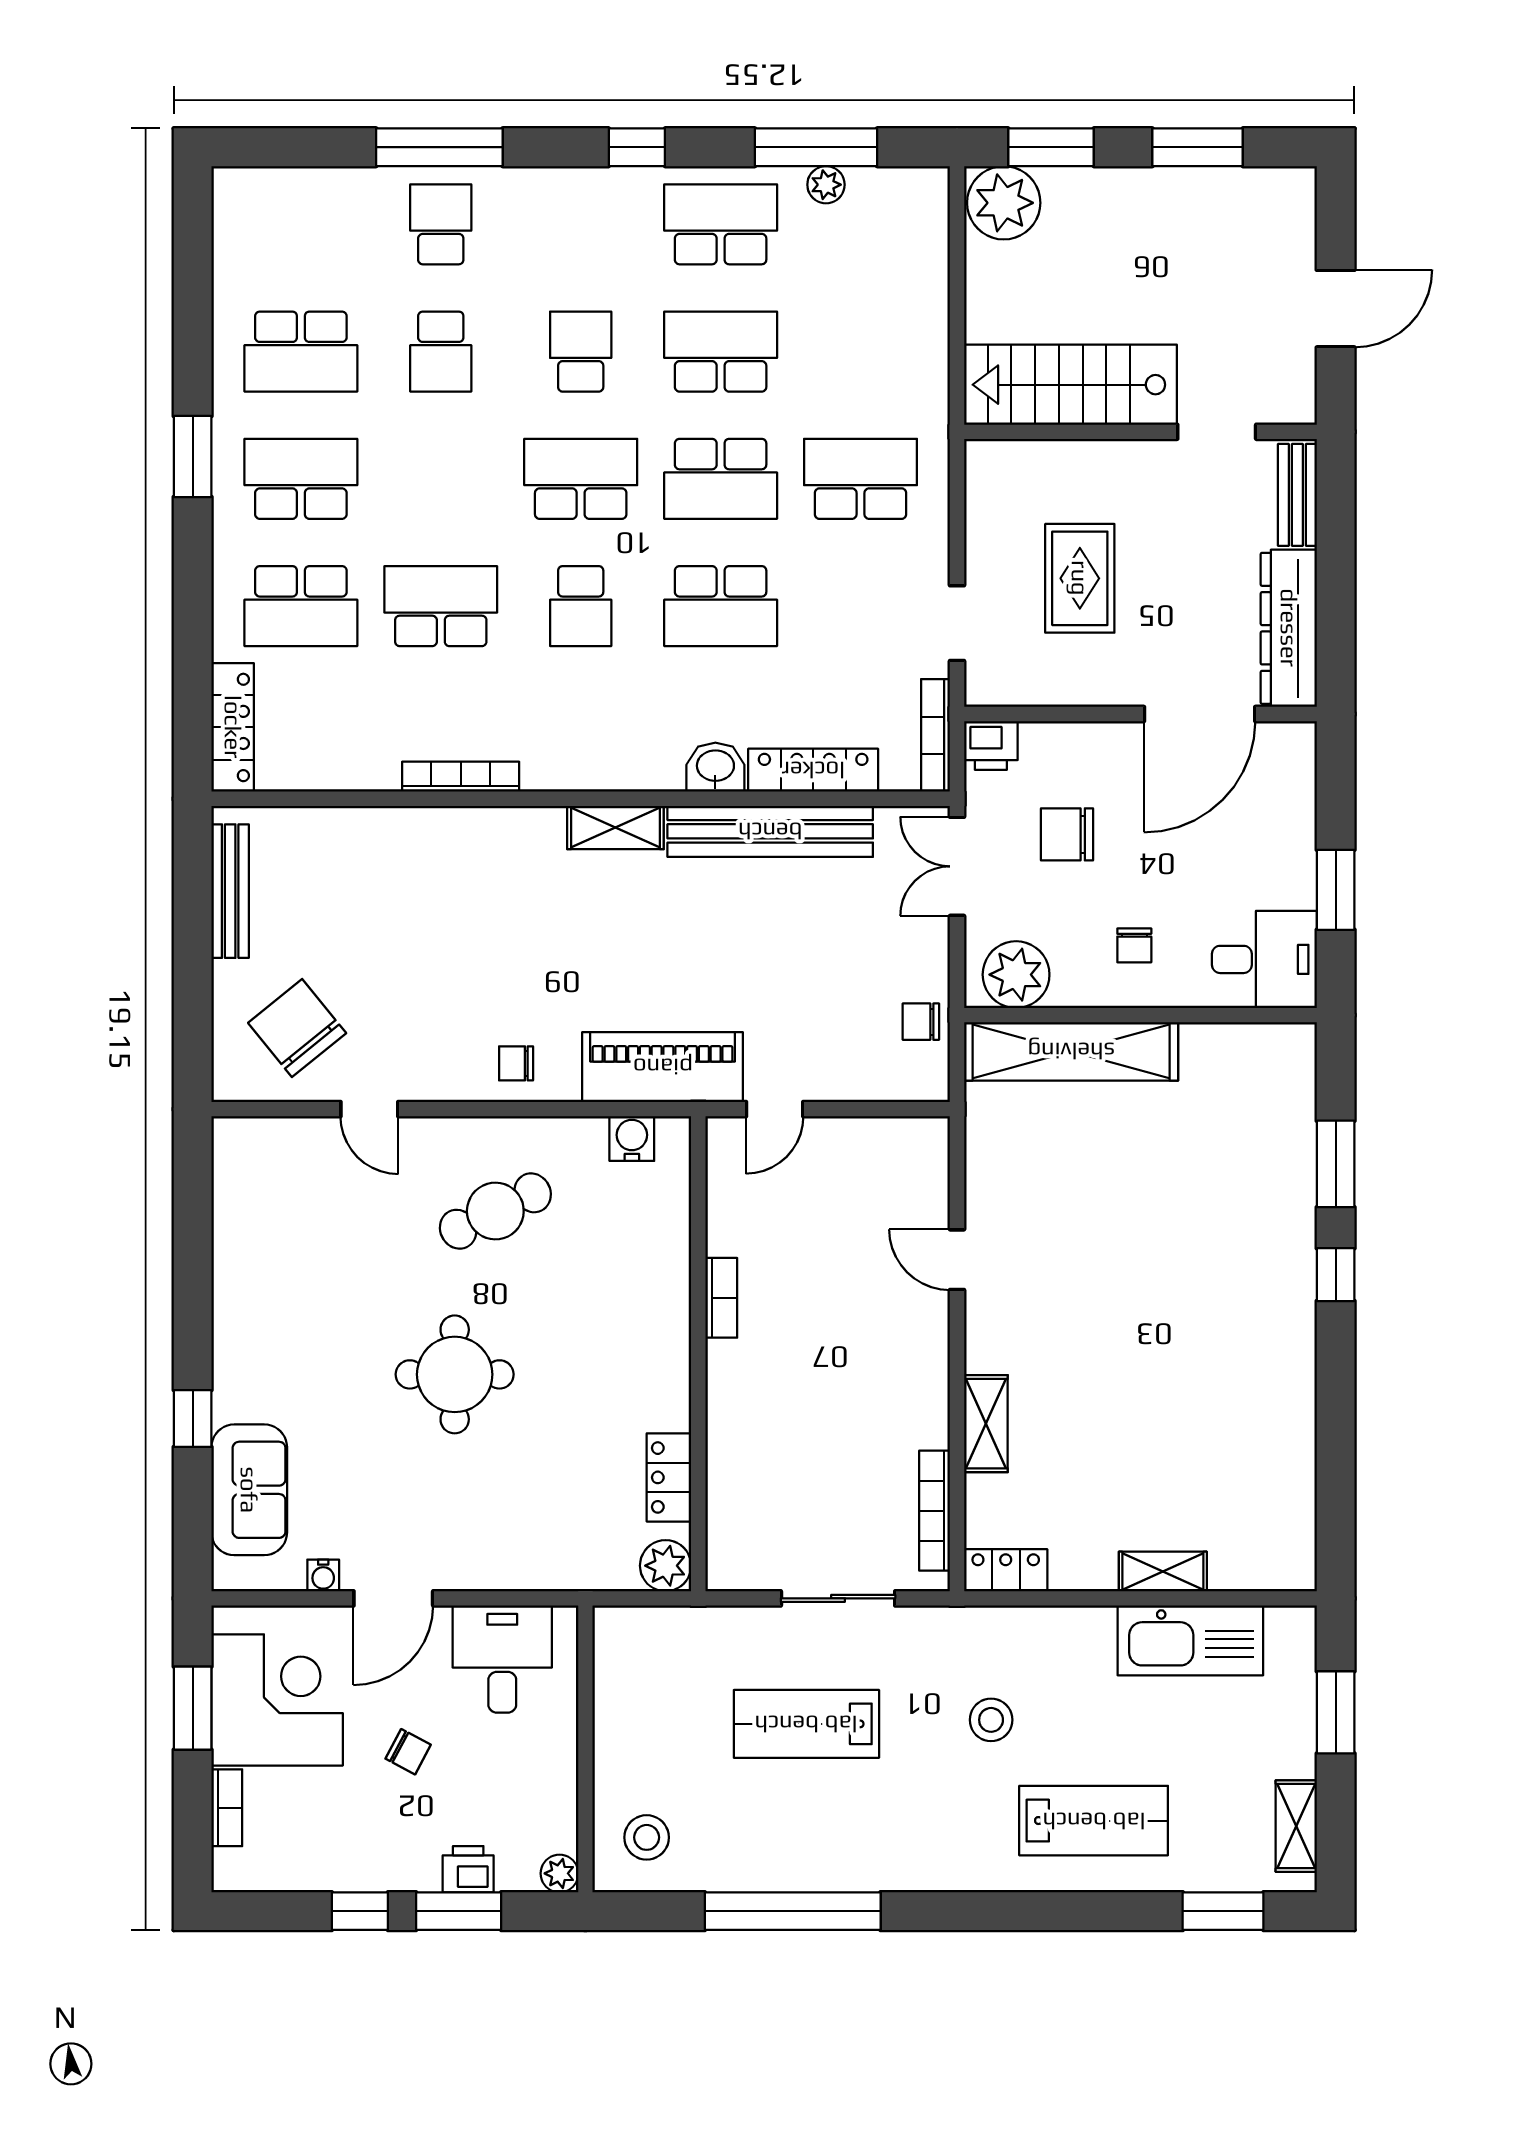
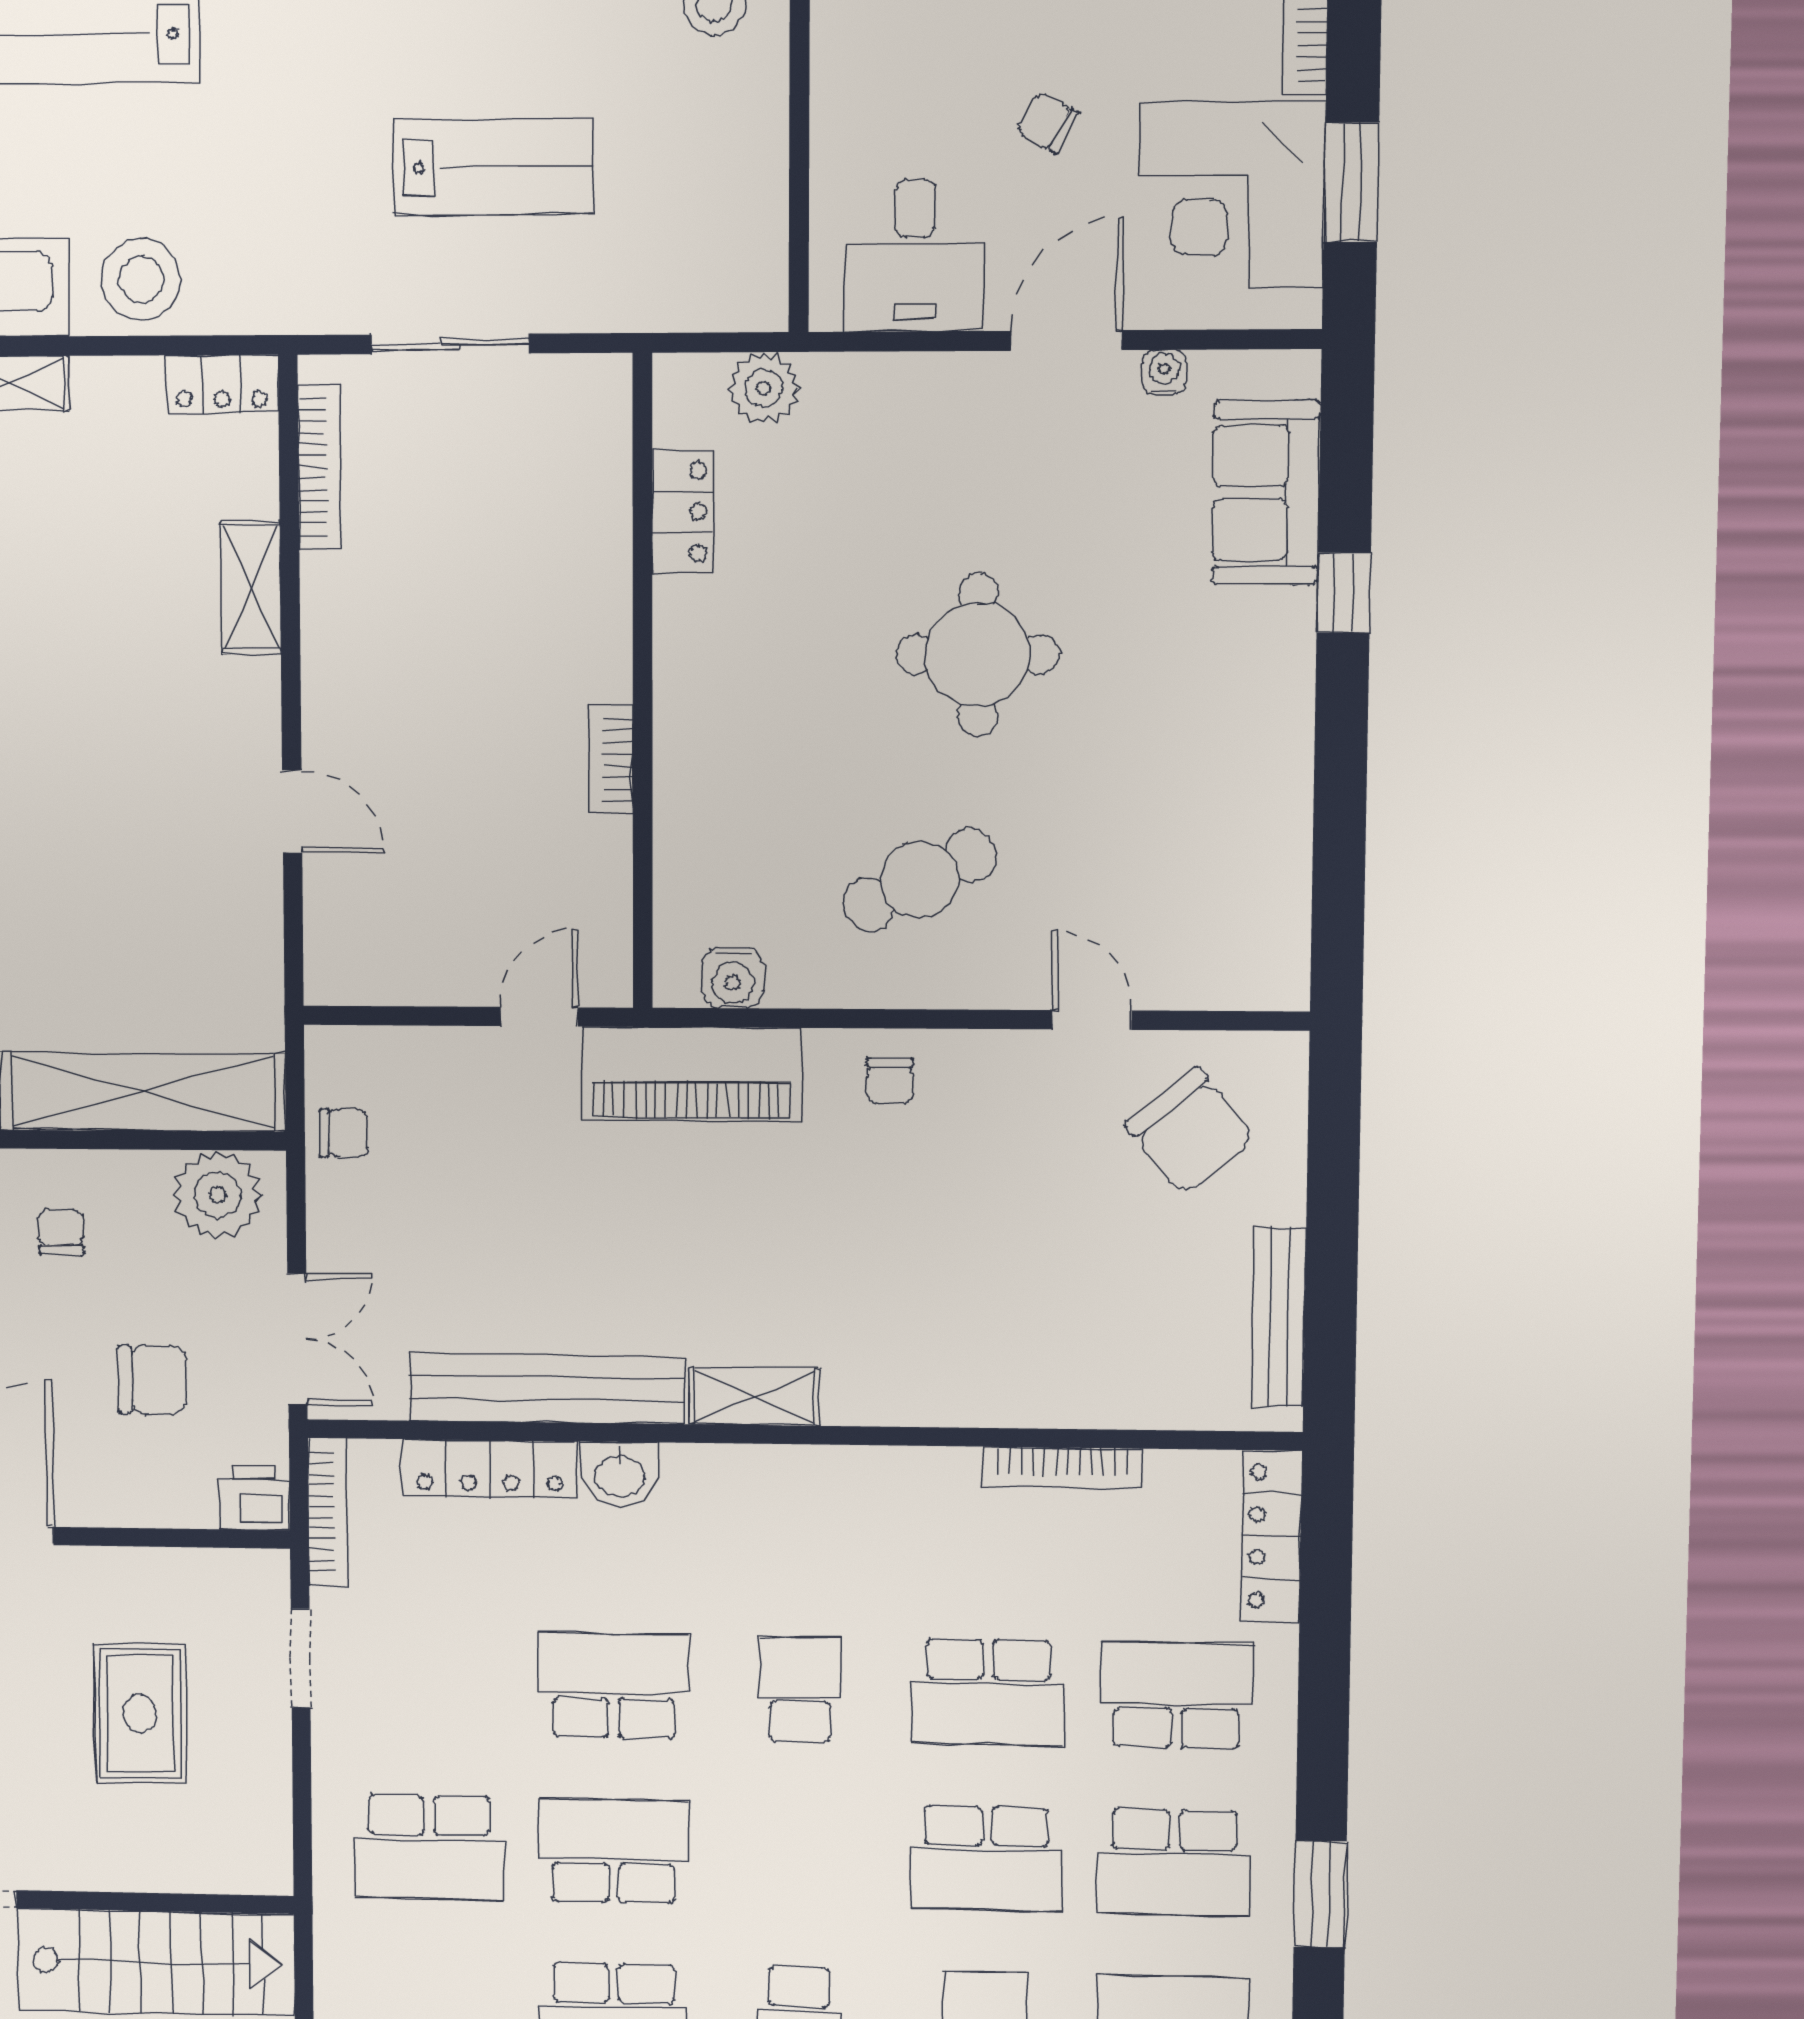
school desk: (581, 479) -> (986, 1858), moved
bookcase: (461, 777) -> (1062, 1468), moved
chair: (516, 1063) -> (890, 1081), turned 90
plant: (666, 1566) -> (764, 388), moved
stool: (991, 1720) -> (141, 279), moved, width x1.38, depth x1.38

